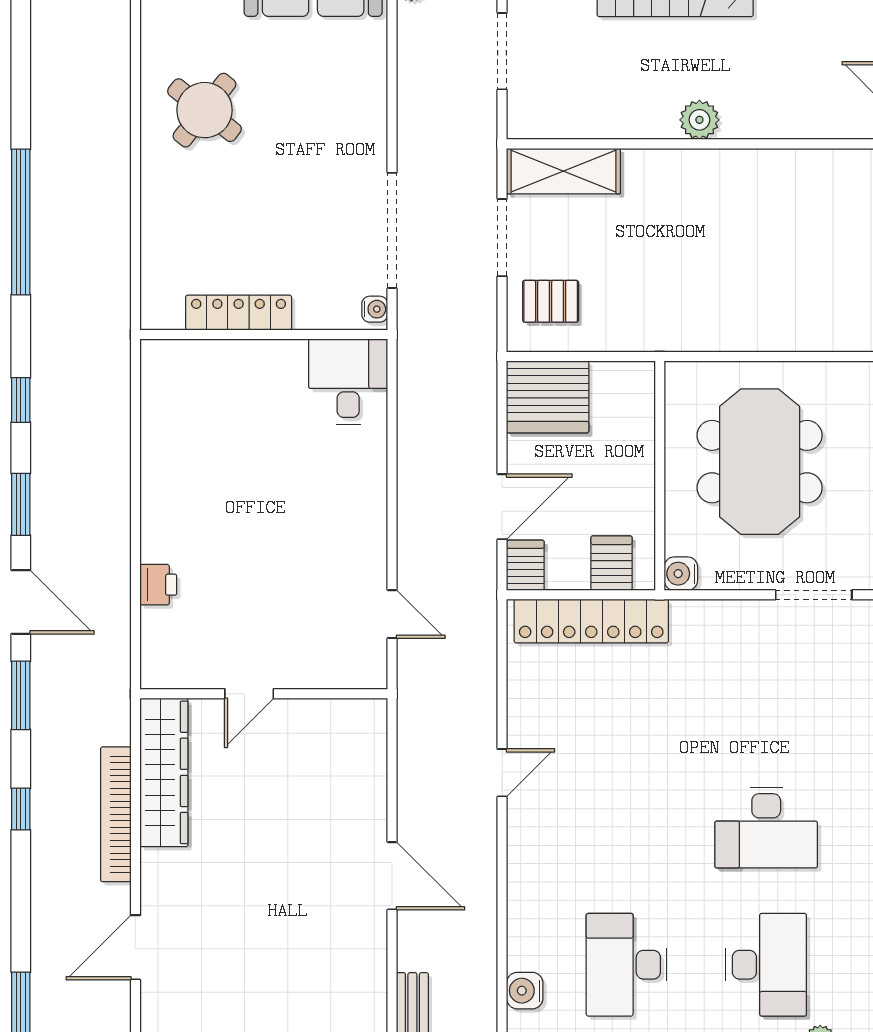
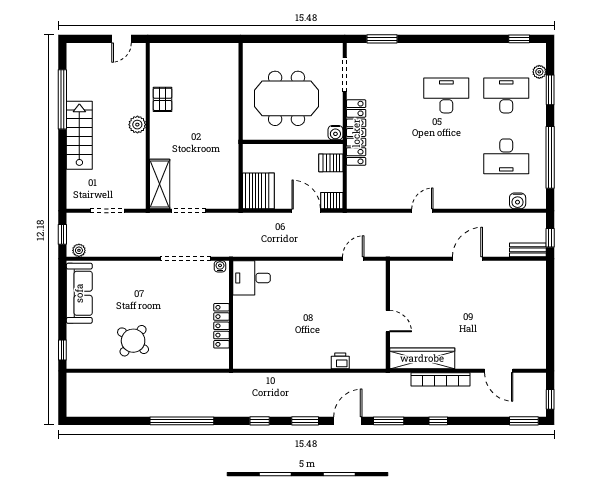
pallet: (551, 301) -> (162, 99), moved
locker: (591, 621) -> (356, 133), moved
door: (502, 773) -> (422, 211), hinge flipped
desk: (766, 828) -> (446, 95), turned -90

